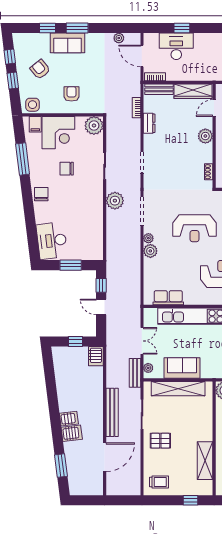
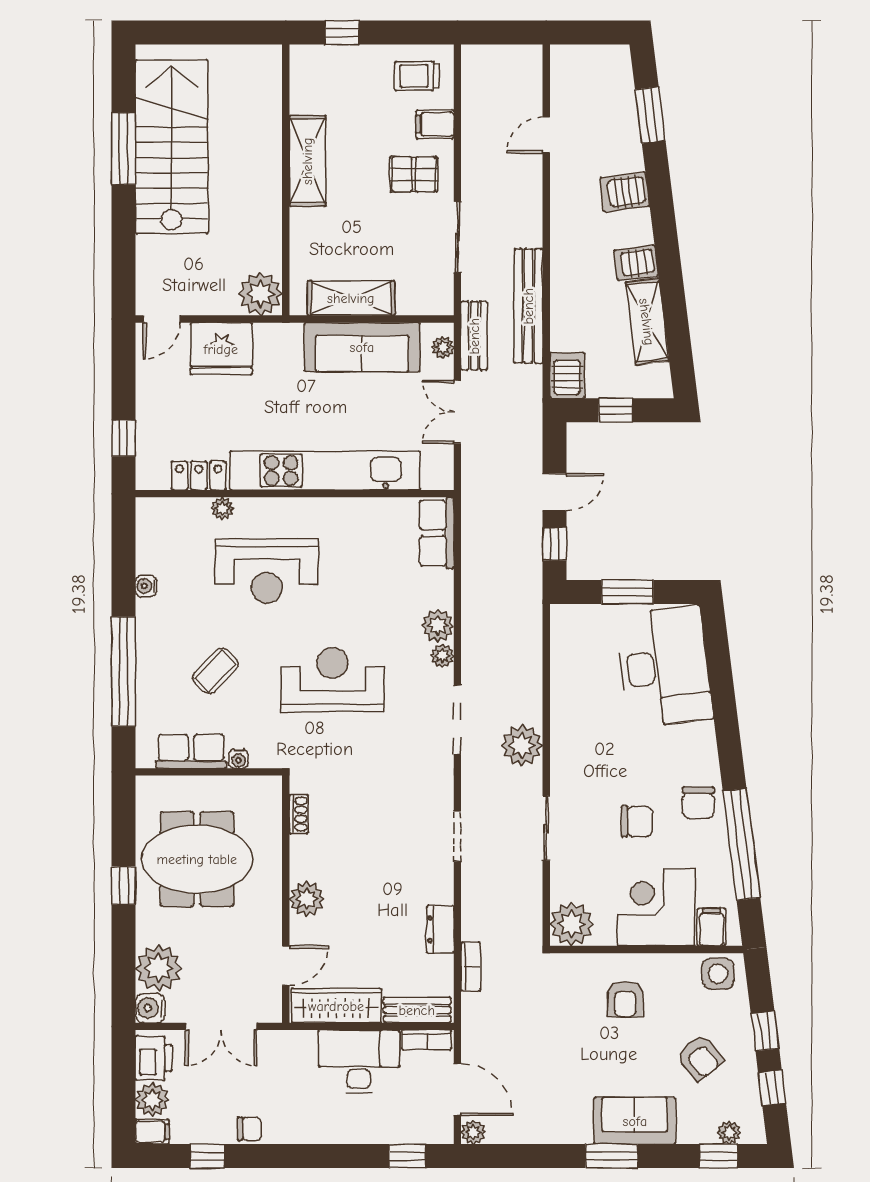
window: (47, 28) -> (718, 1156), moved
window: (182, 28) -> (407, 1156), moved
plant: (28, 38) -> (729, 1133), added
plant: (119, 38) -> (473, 1132), moved
desk: (176, 46) -> (359, 1062), moved, turned 180
window: (23, 159) -> (742, 844), width x1.46
chair: (41, 194) -> (698, 803), moved
desk: (52, 241) -> (664, 667), width x1.36, depth x1.30
row of seats: (168, 298) -> (437, 533), moved, turned 90
door: (101, 307) -> (555, 492), hinge flipped
sofa: (182, 368) -> (362, 347), width x1.36
shelving: (62, 379) -> (647, 322), added
shelving: (178, 389) -> (351, 298), width x0.68
bench: (112, 412) -> (528, 306), moved
server rack: (69, 419) -> (636, 263), moved
door: (105, 457) -> (546, 135), width x0.53
shelving: (205, 461) -> (307, 161), moved
filing cabinet: (151, 462) -> (435, 124), added

